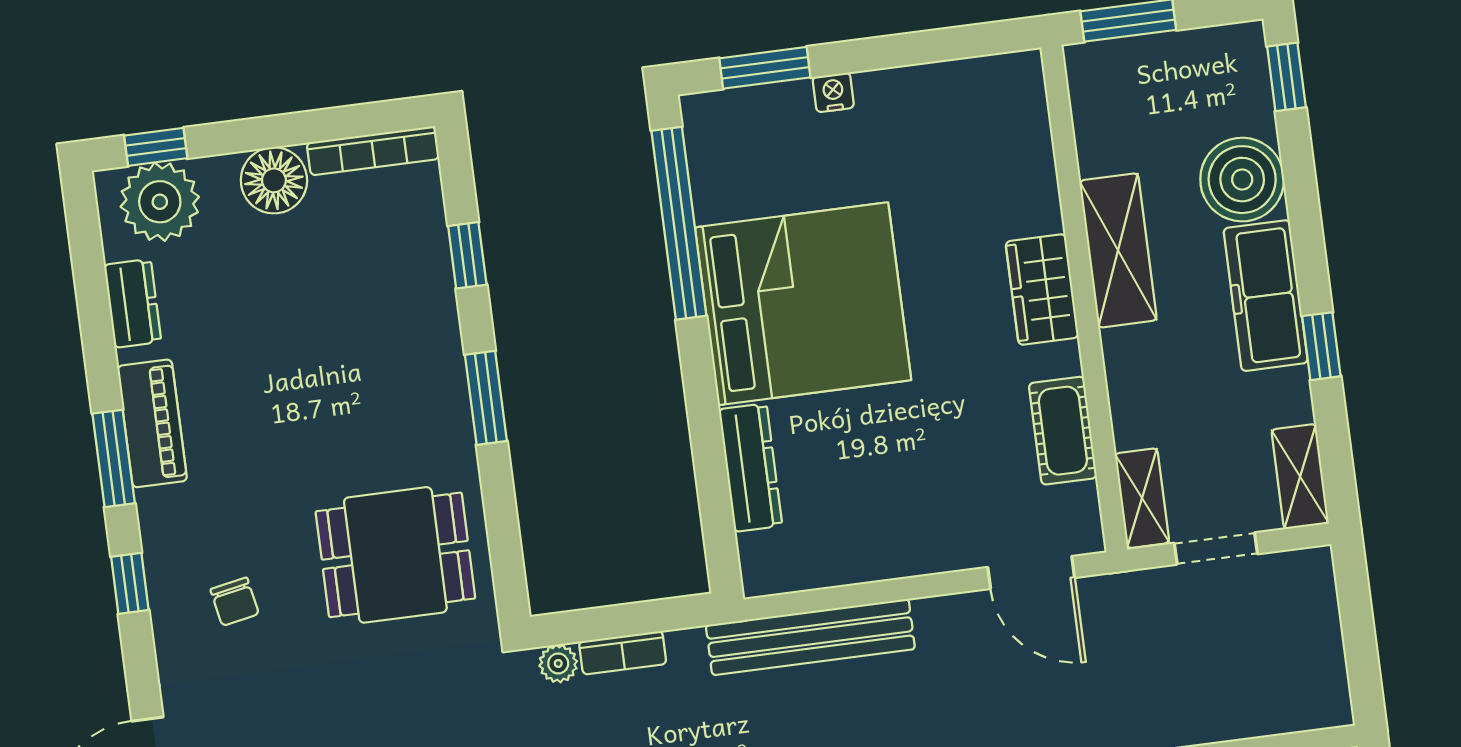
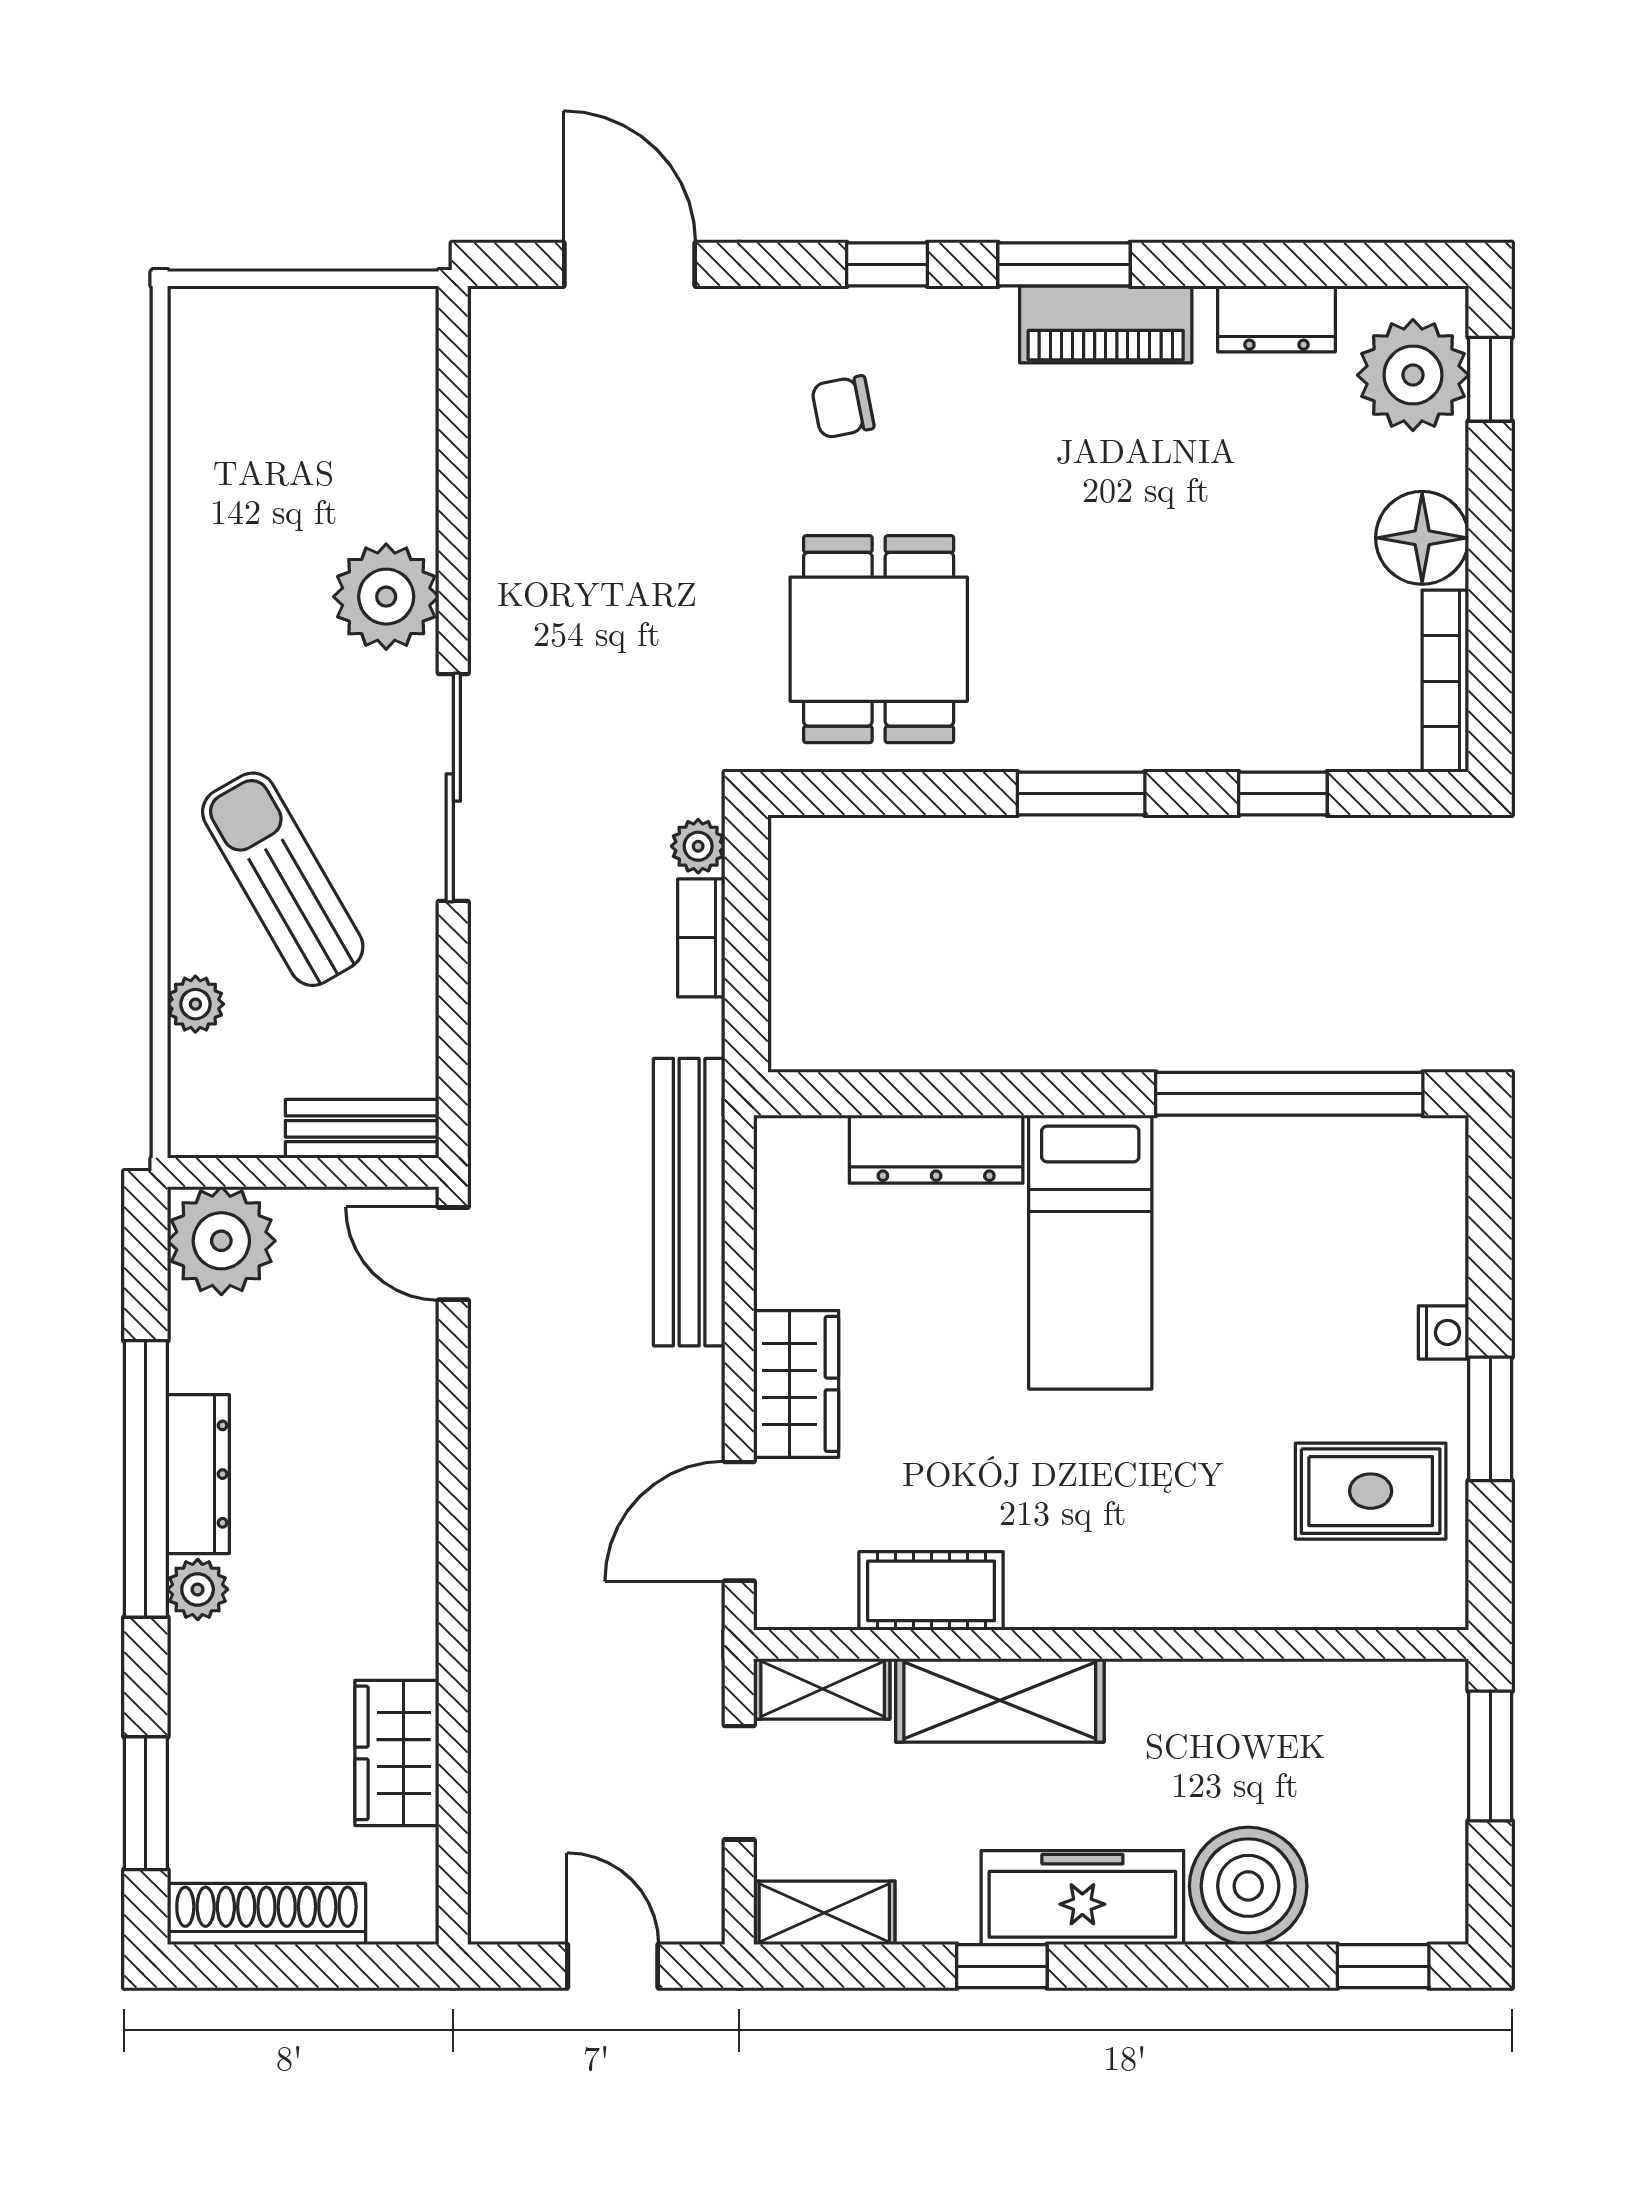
window: (765, 68) -> (1490, 1419), moved
rug: (952, 129) -> (1371, 1491), added
shelving: (1118, 250) -> (1000, 1700), moved
wardrobe: (1042, 289) -> (796, 1384), moved, turned 90
bed: (803, 304) -> (1090, 1252), width x0.49
door: (1357, 621) -> (613, 1966), added

